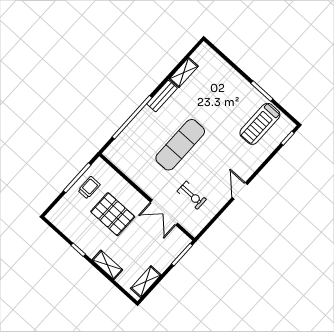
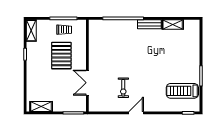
exercise mat: (180, 145) -> (132, 58), removed
exercise bike: (192, 195) -> (123, 88), moved
shelving: (107, 265) -> (31, 31), moved

